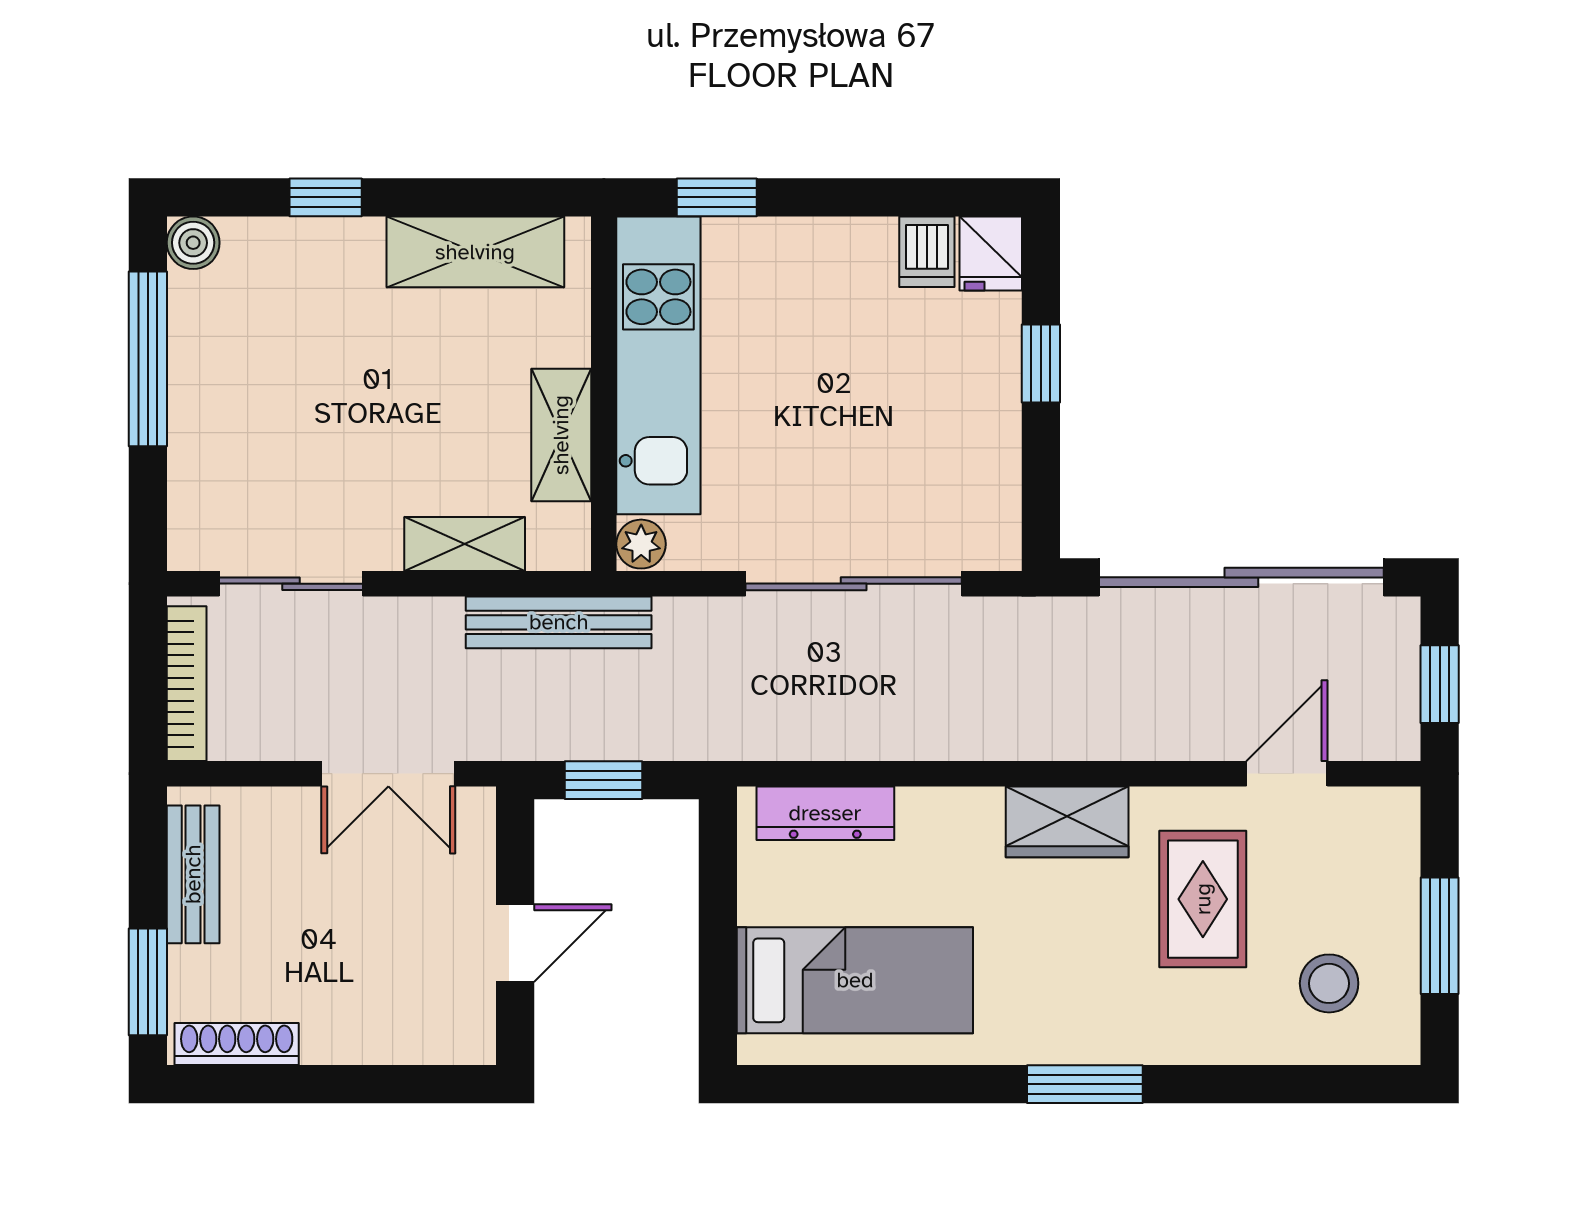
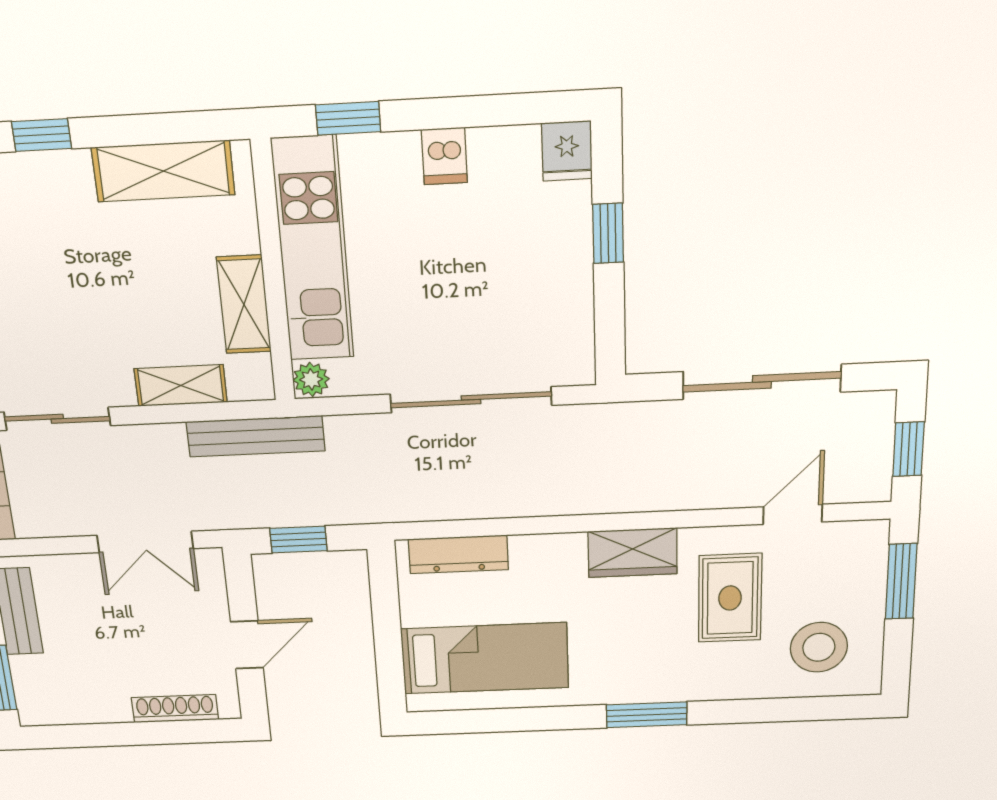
dishwasher: (927, 252) -> (444, 156), moved
sliding door: (1241, 577) -> (762, 382), width x0.73
window: (1440, 936) -> (901, 581), moved
stool: (1329, 983) -> (819, 647), width x1.38, depth x1.38
shoe rack: (237, 1044) -> (175, 709), moved

